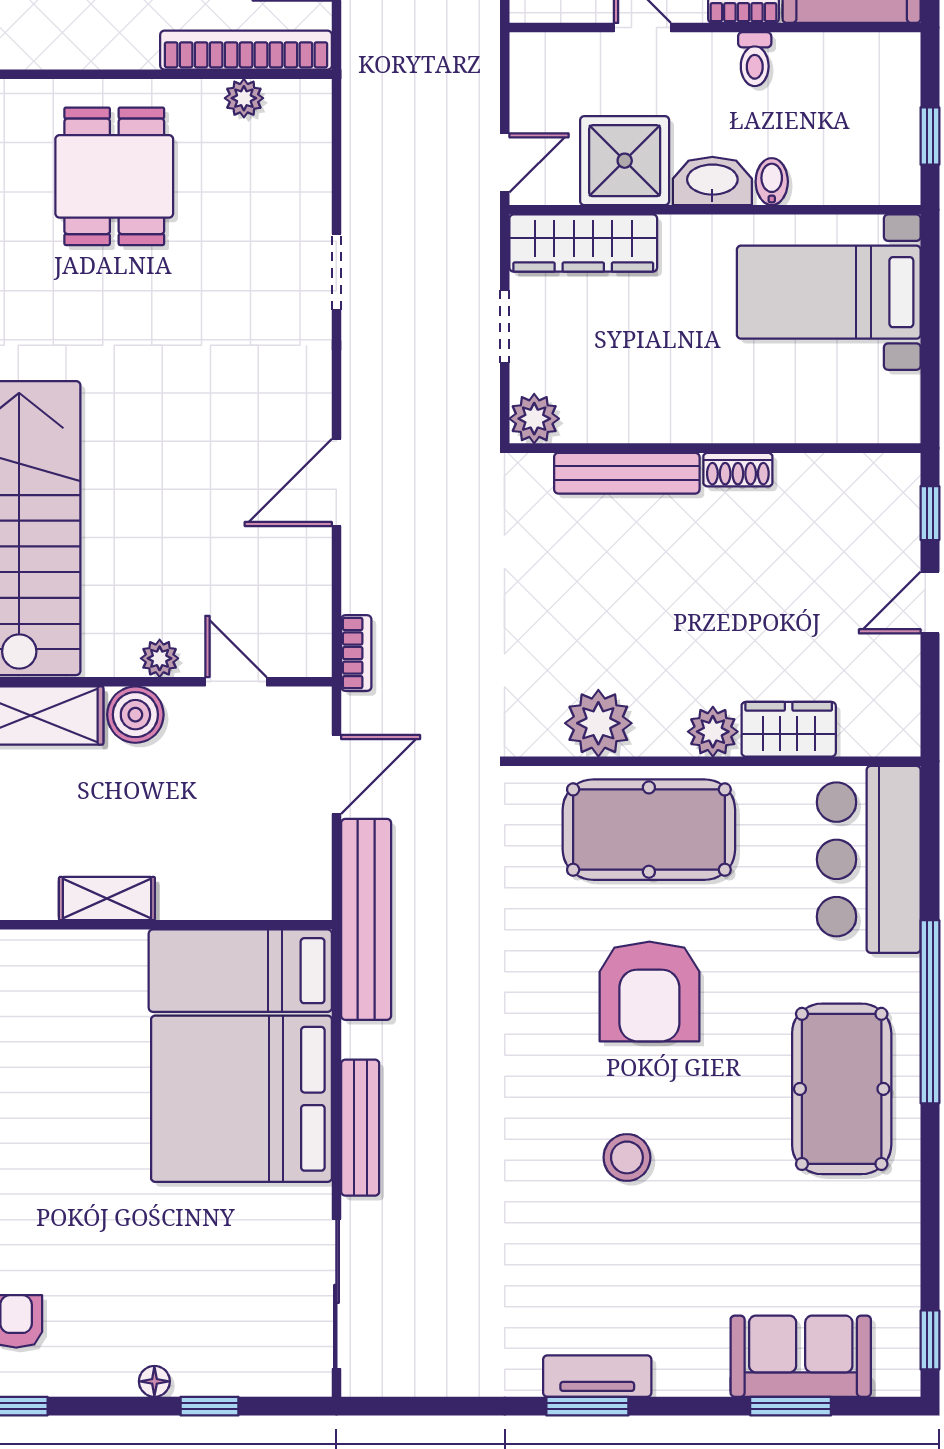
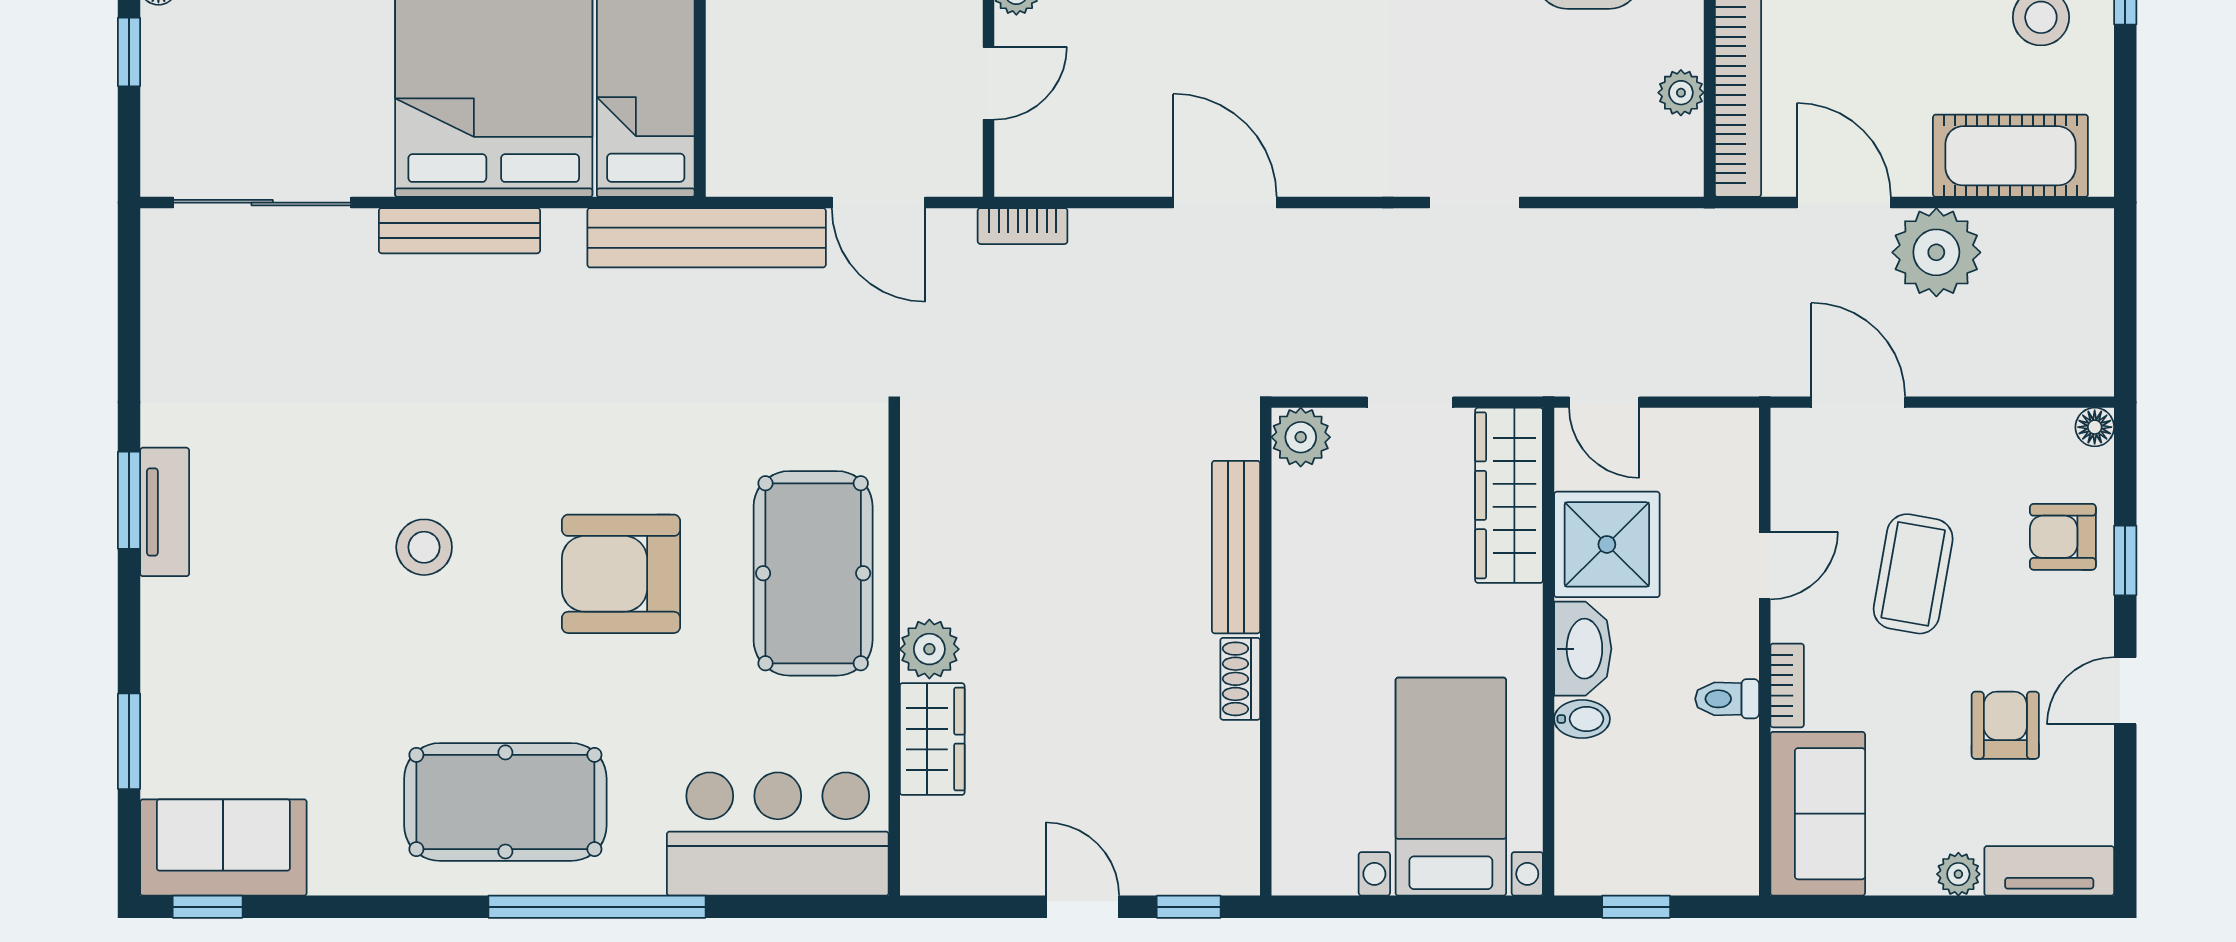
plant: (598, 723) -> (939, 513), removed
sofa: (801, 1356) -> (223, 848), moved, turned -90

